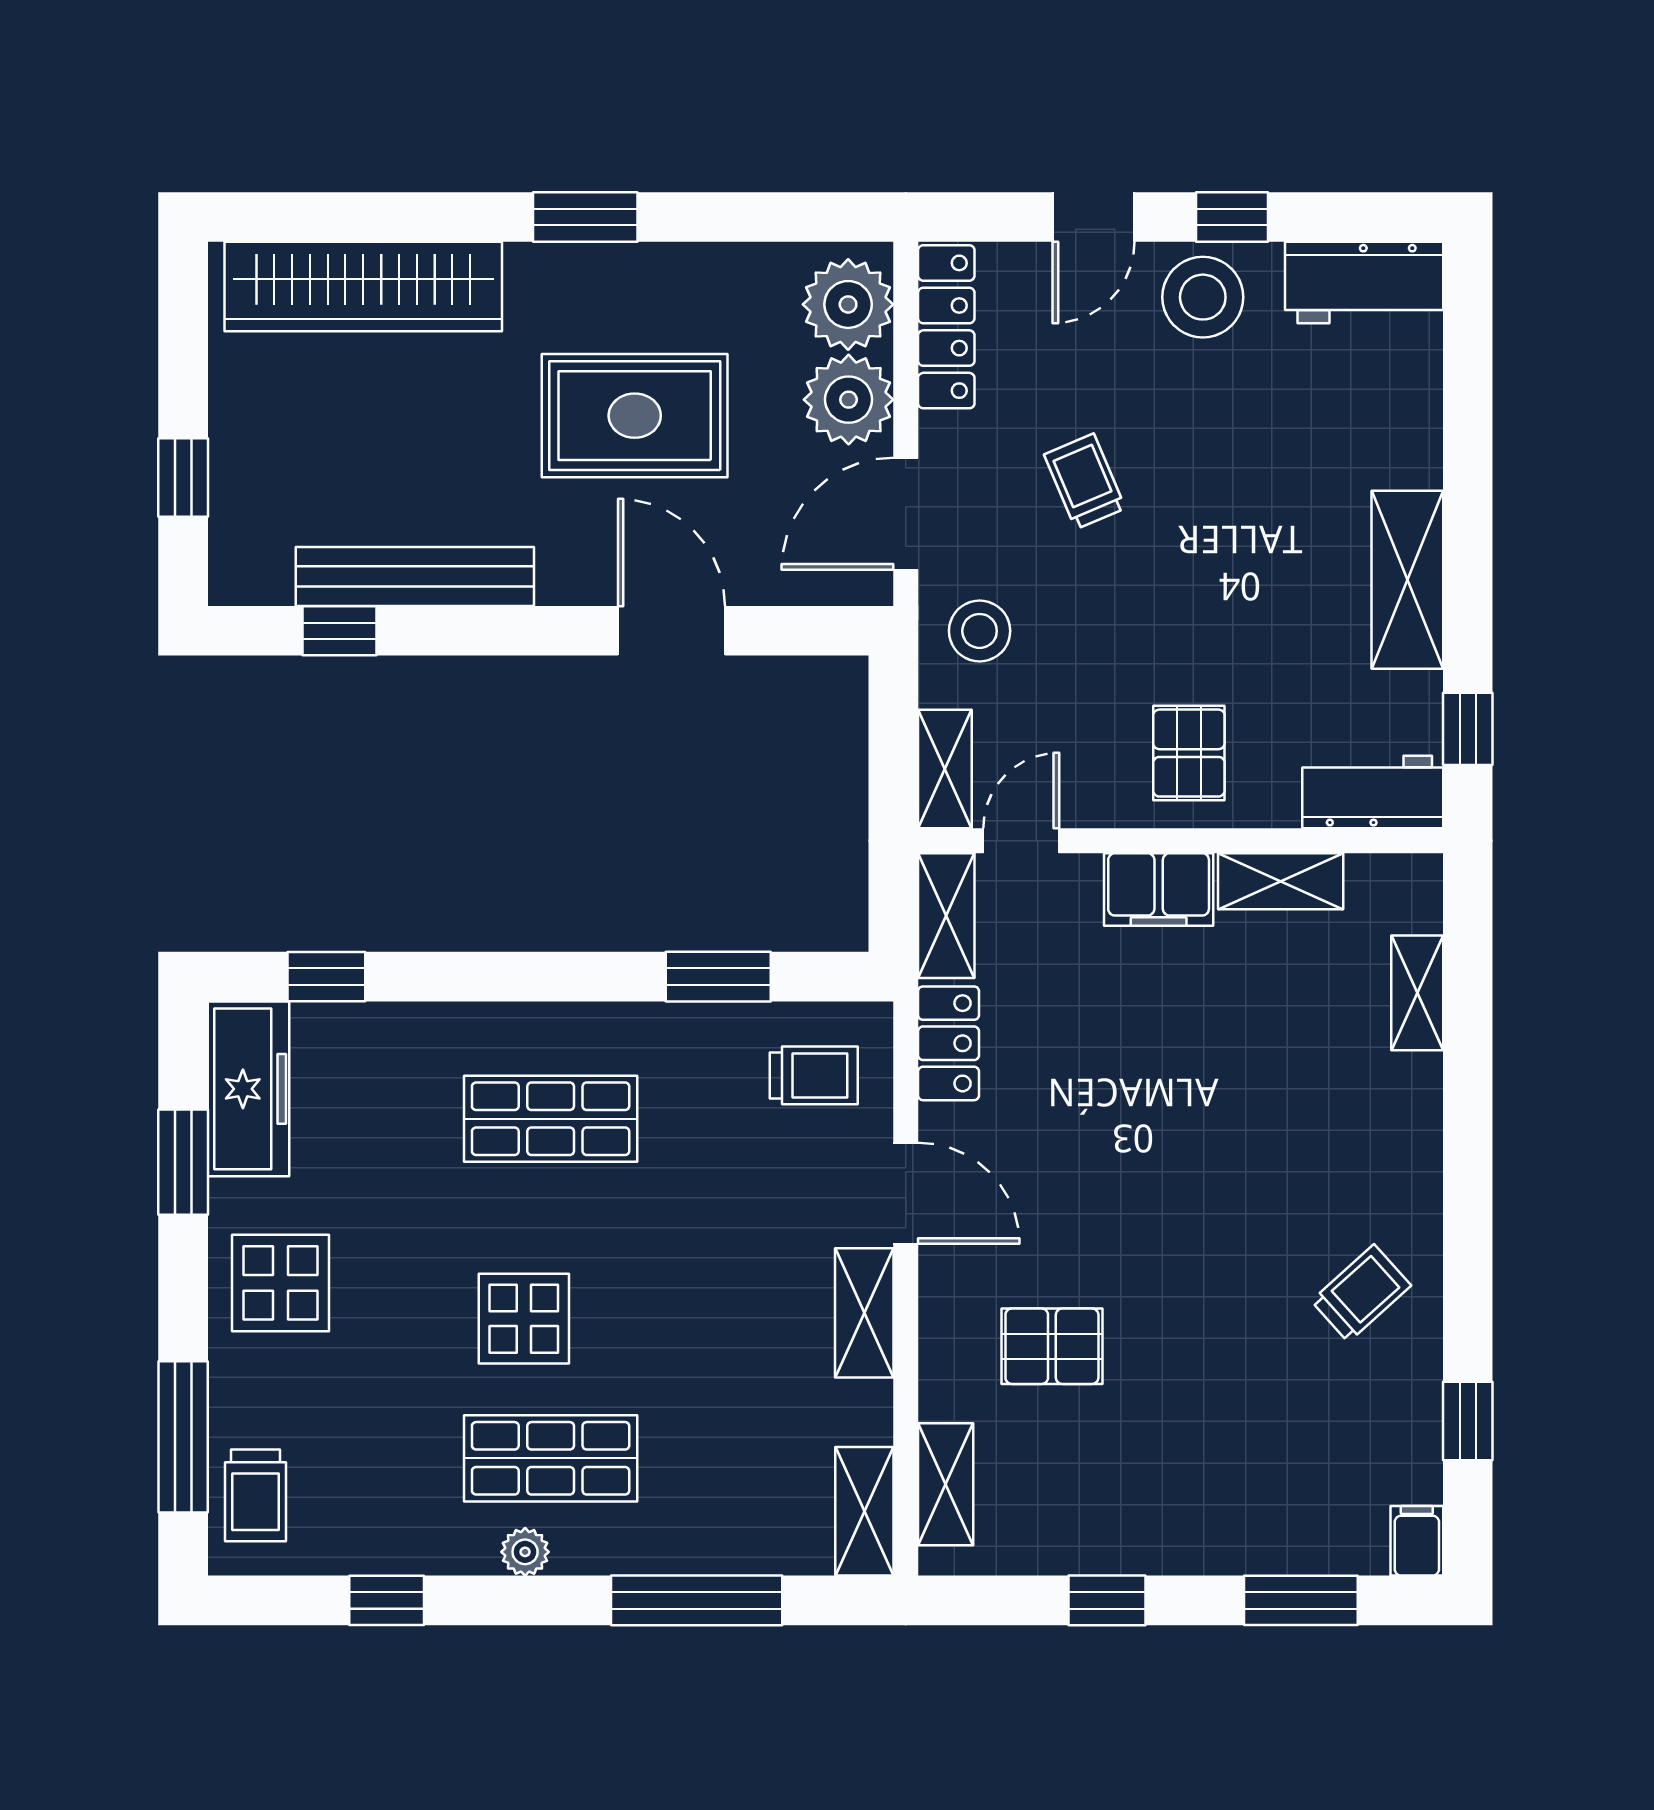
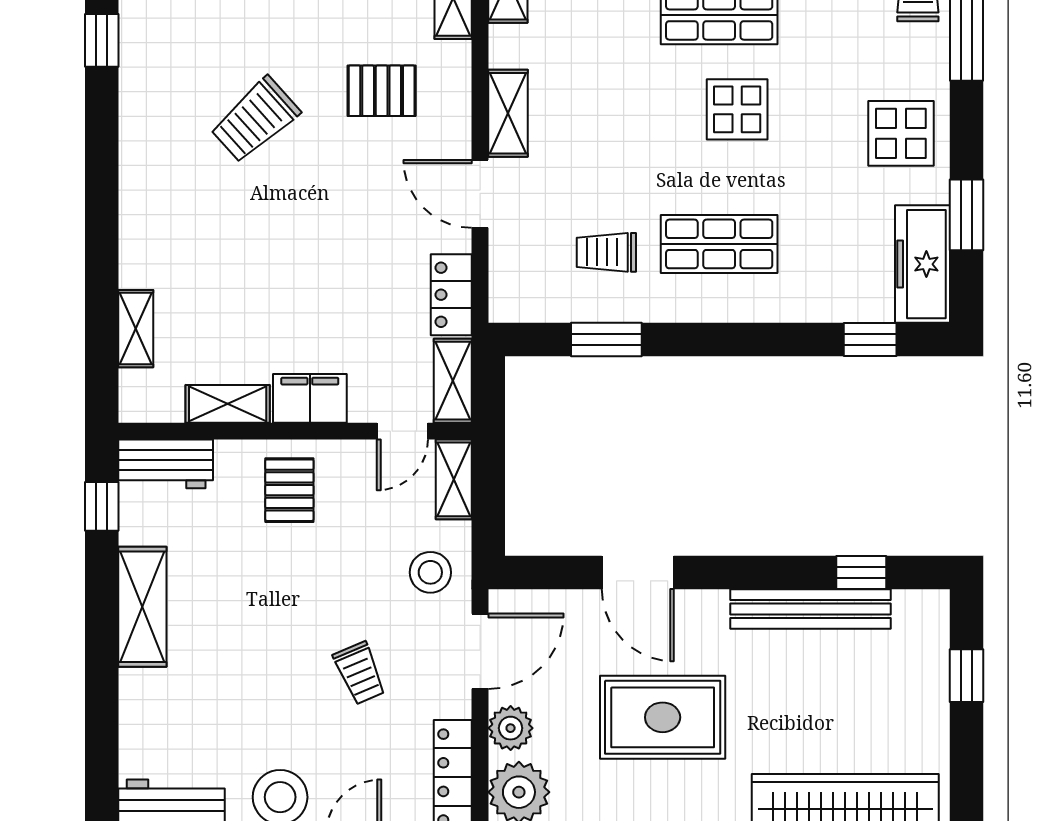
plant: (849, 400) -> (511, 728), width x0.73, depth x0.73
trolley: (814, 1075) -> (606, 252), moved
trolley: (1361, 1293) -> (255, 120), moved, width x1.36, depth x1.39

